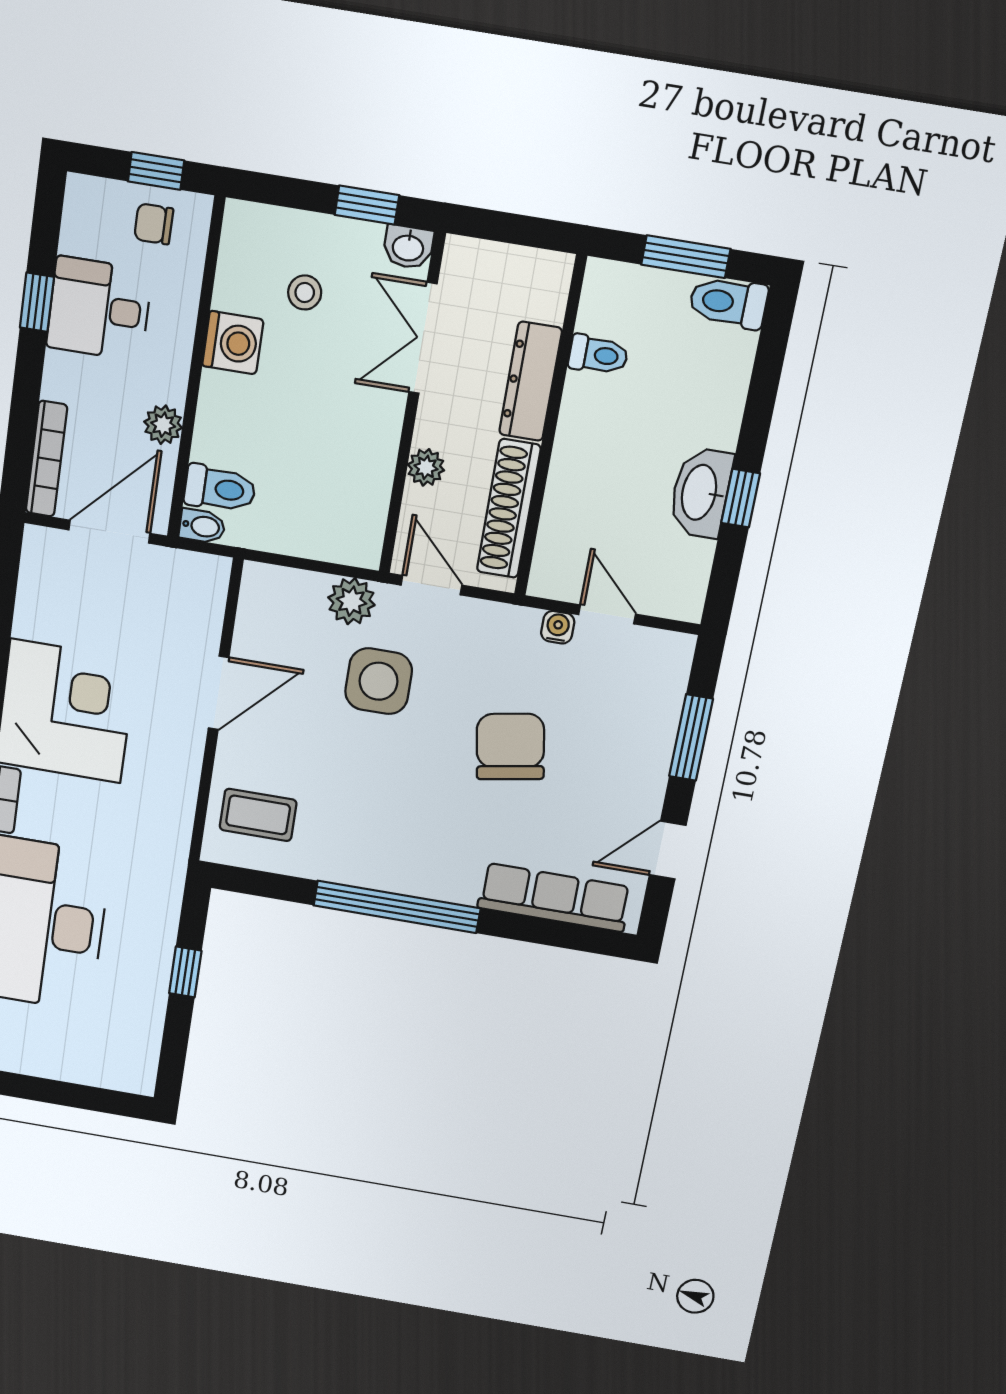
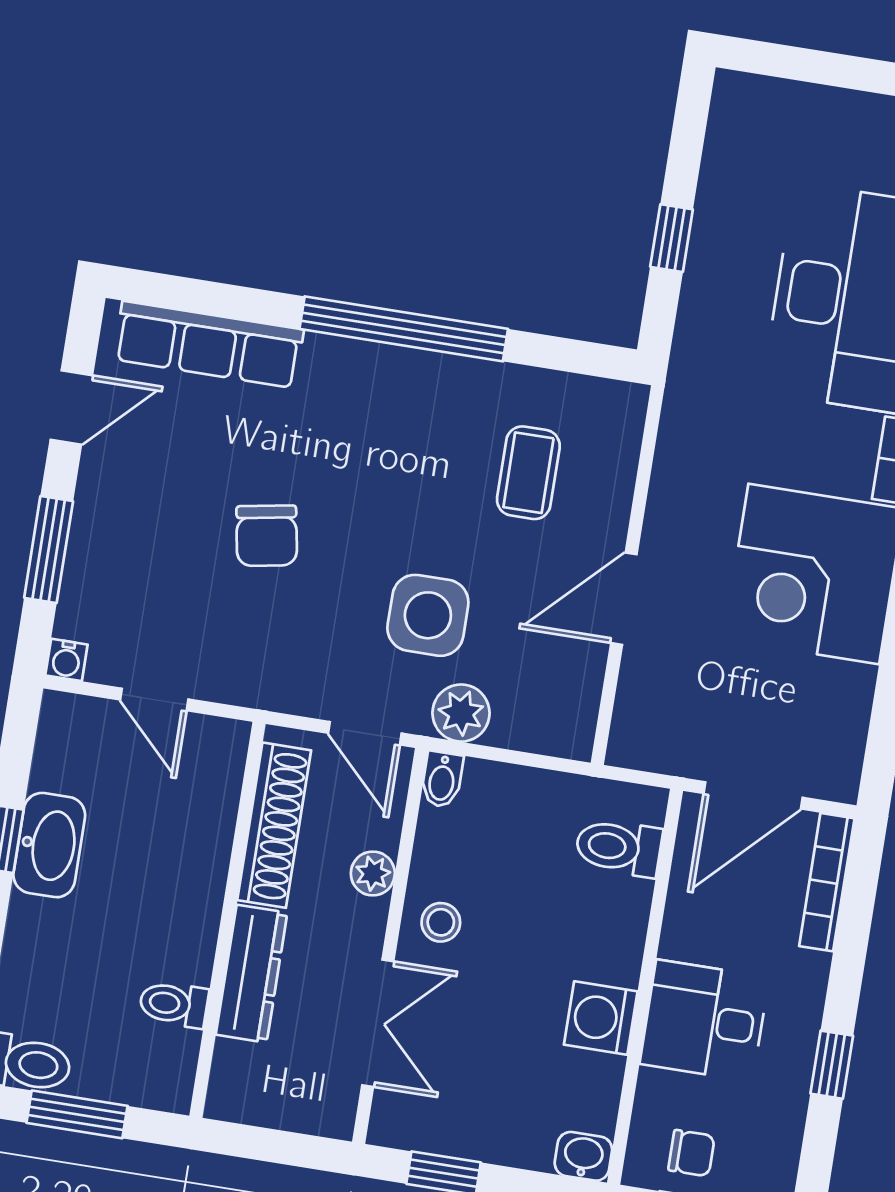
washbasin: (408, 247) -> (583, 1156), moved
stool: (305, 293) -> (441, 922), moved
desk: (99, 309) -> (704, 1021), moved, turned 180
plant: (163, 425) -> (685, 923), removed
bidet: (202, 526) -> (442, 779), moved, turned -90
water cooler: (558, 627) -> (66, 660), moved
chair: (510, 747) -> (267, 536), width x0.73, depth x0.73
coffee table: (258, 815) -> (528, 473), moved, turned 90

